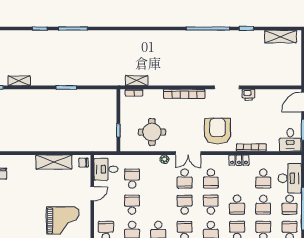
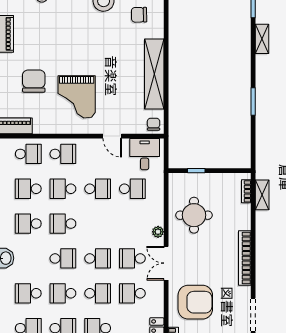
shelving: (54, 162) -> (154, 74), width x1.47

